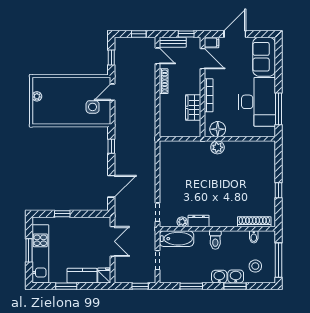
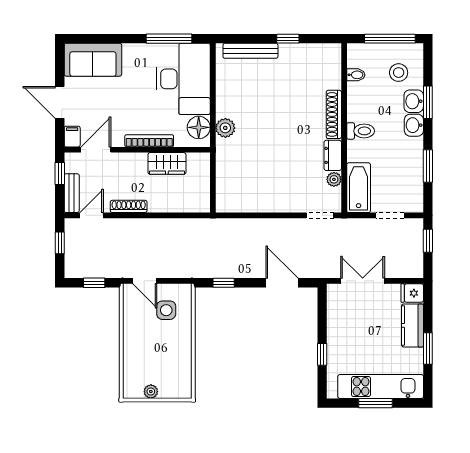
desk: (257, 102) -> (183, 79), moved, turned 90
bench: (270, 165) -> (250, 51), added
shoe rack: (254, 222) -> (334, 114), moved

